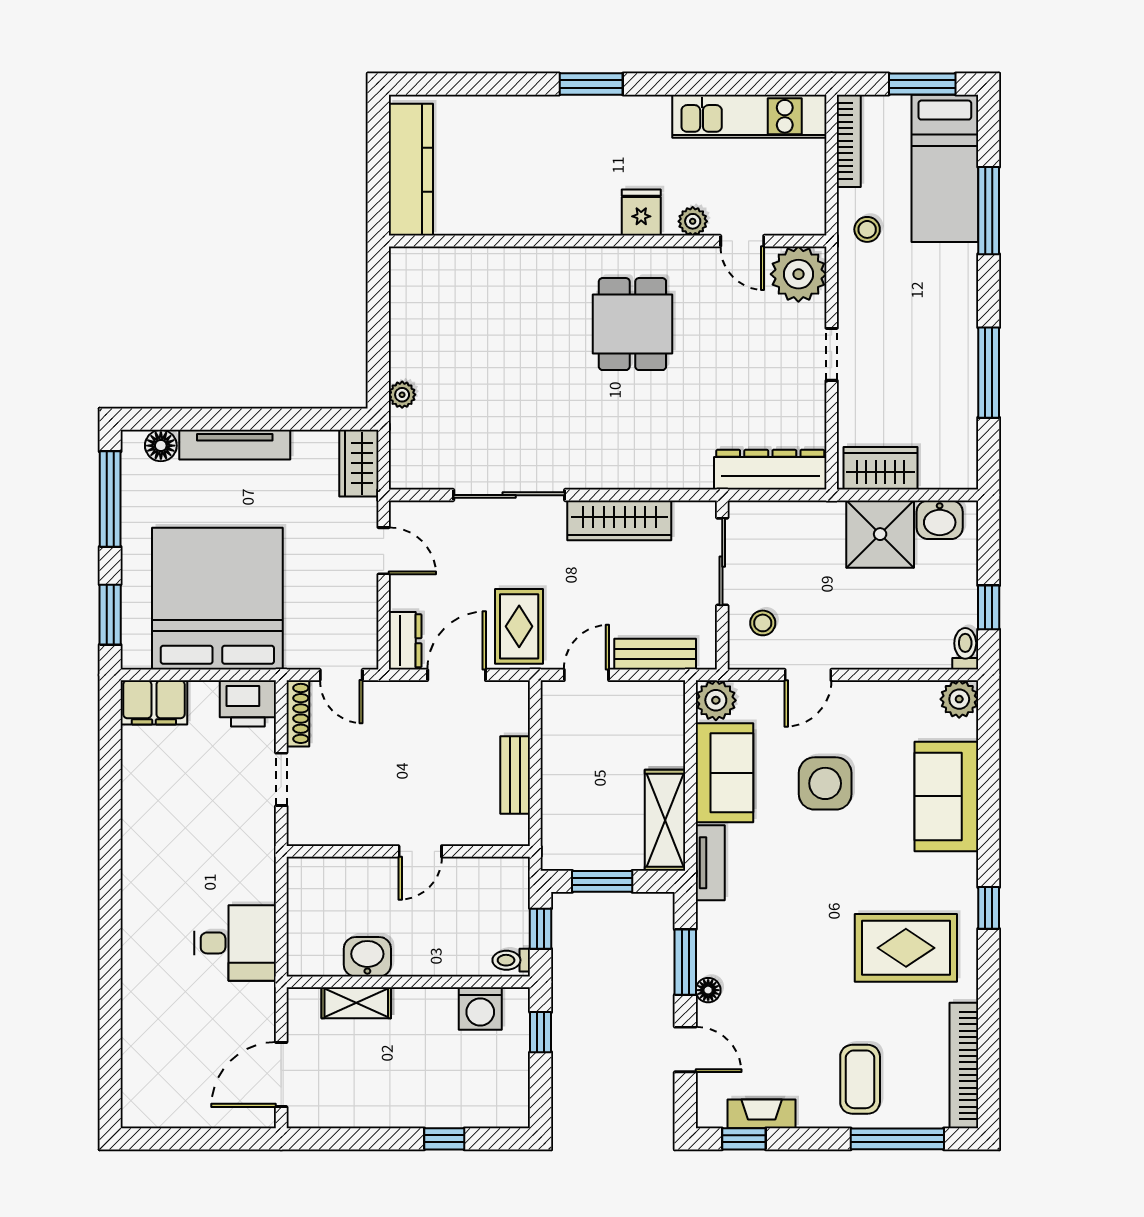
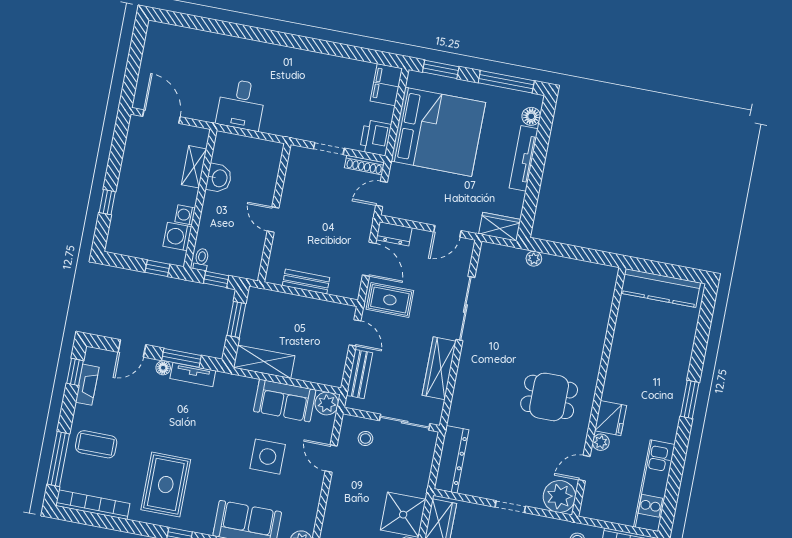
fridge: (641, 213) -> (611, 418), width x1.38
tv unit: (710, 863) -> (193, 375), moved
washing machine: (441, 1002) -> (185, 215), added

